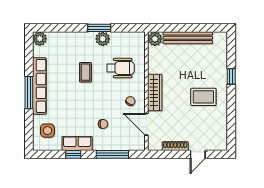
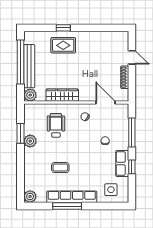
window: (99, 28) -> (21, 133), moved
window: (192, 28) -> (21, 62), added
coffee table: (85, 72) -> (60, 168), moved
wardrobe: (155, 92) -> (62, 95), moved
window: (29, 93) -> (67, 206), moved
rug: (203, 97) -> (63, 45), moved, turned 90
door: (146, 124) -> (105, 102), swing flipped

